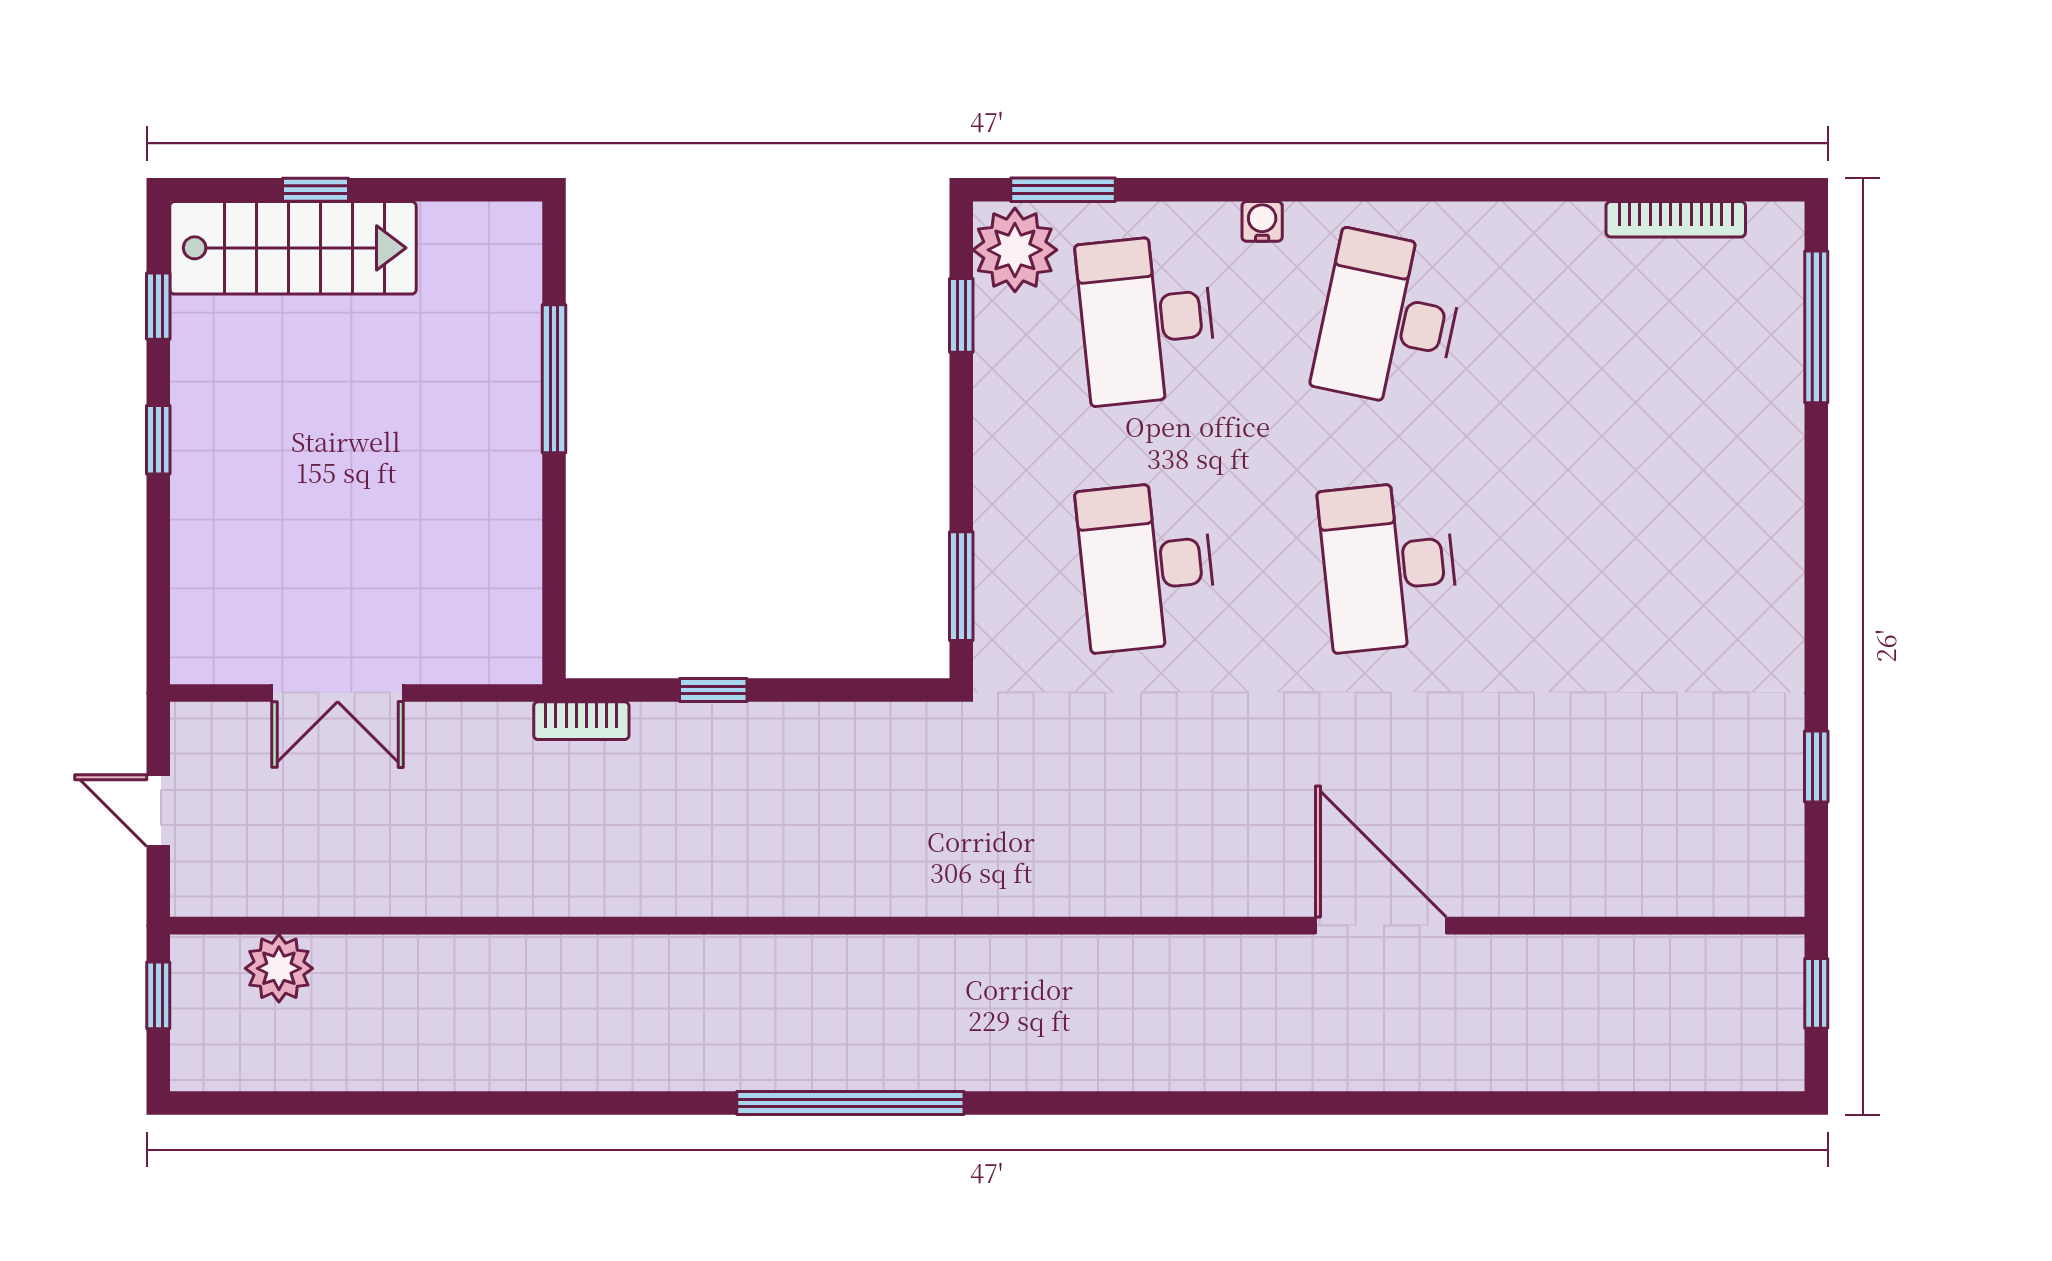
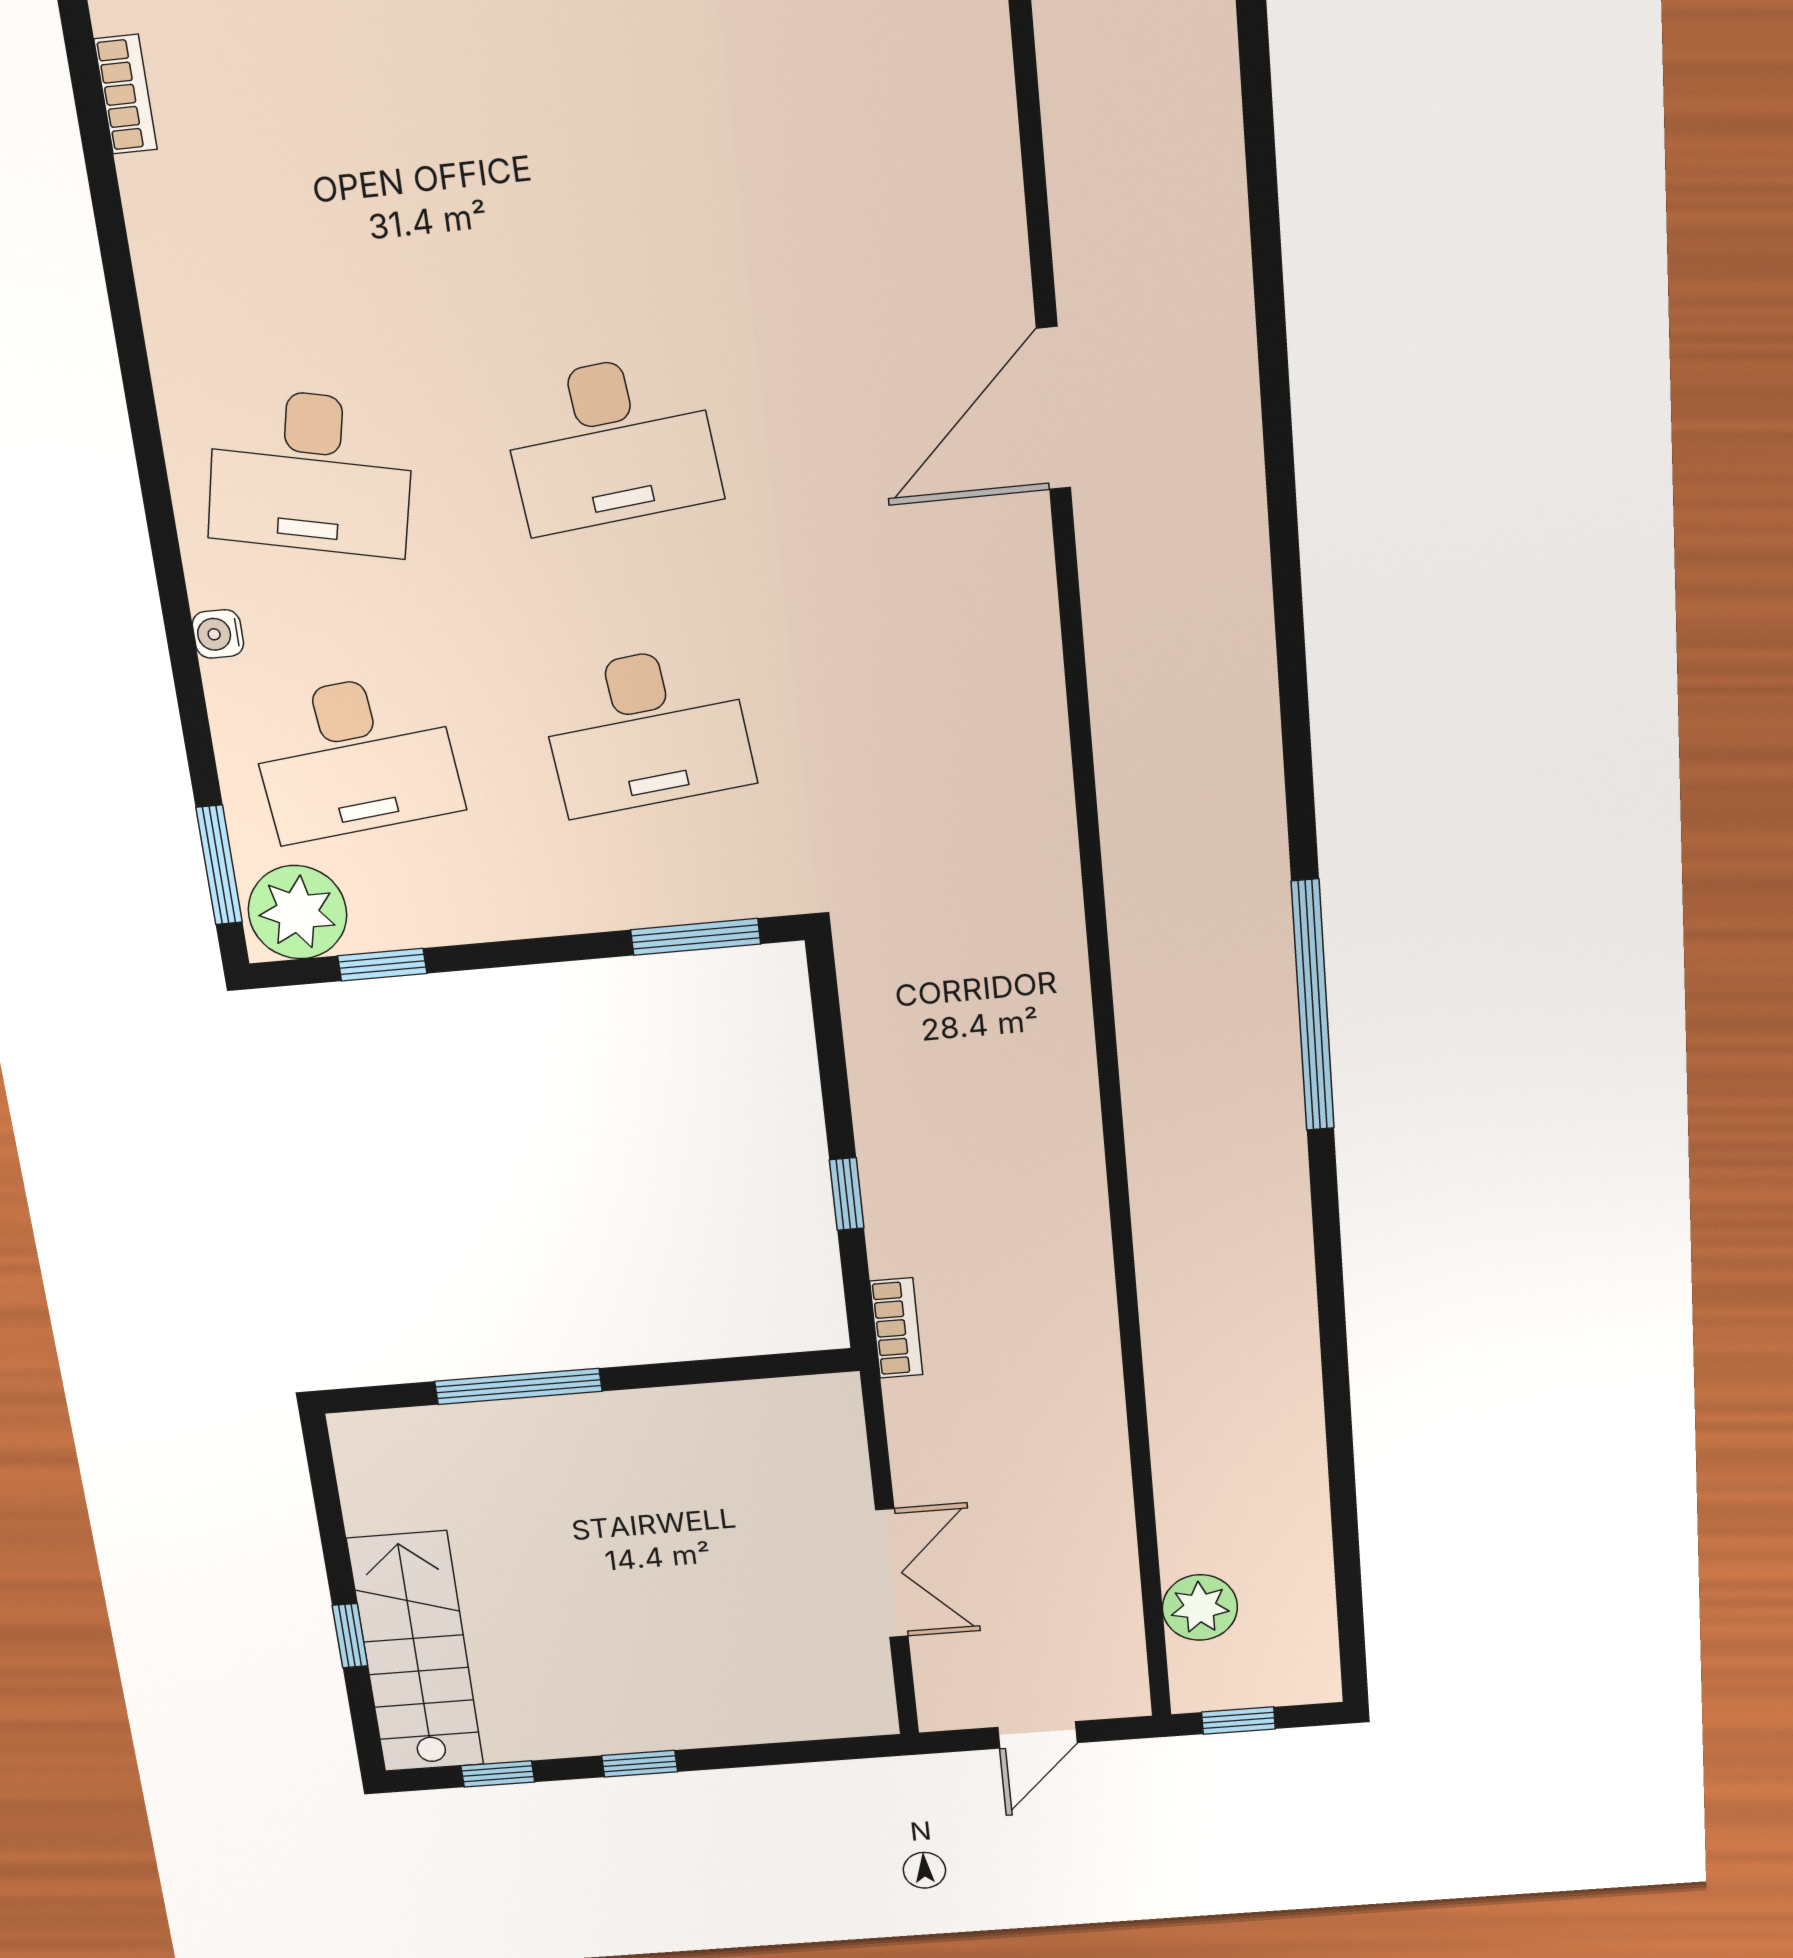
bookcase: (1676, 219) -> (126, 94), width x0.64

